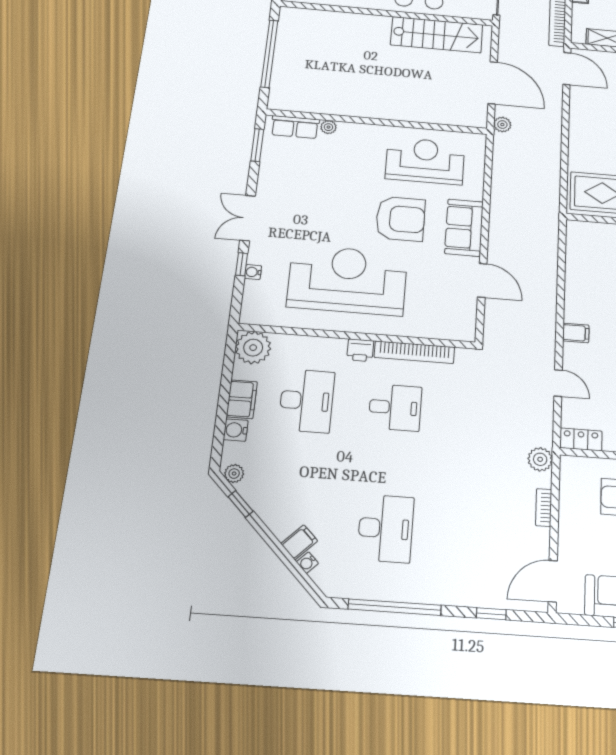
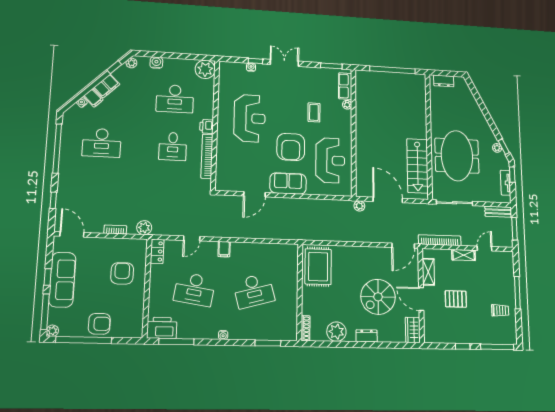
door: (493, 83) -> (388, 200), swing flipped
coffee table: (340, 179) -> (314, 112), added
reception desk: (347, 280) -> (250, 118), width x0.74, depth x0.77
filing cabinet: (242, 399) -> (107, 86), moved, turned -45

